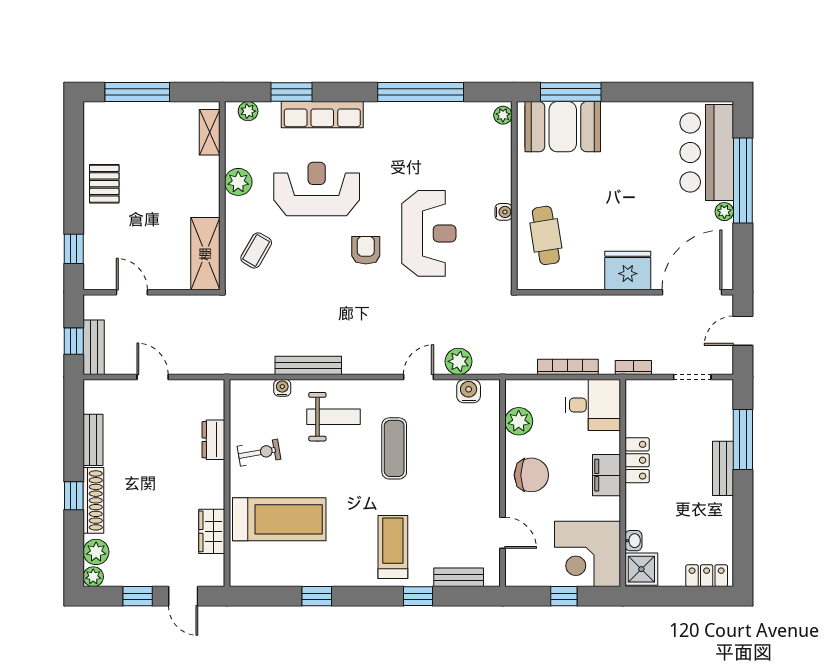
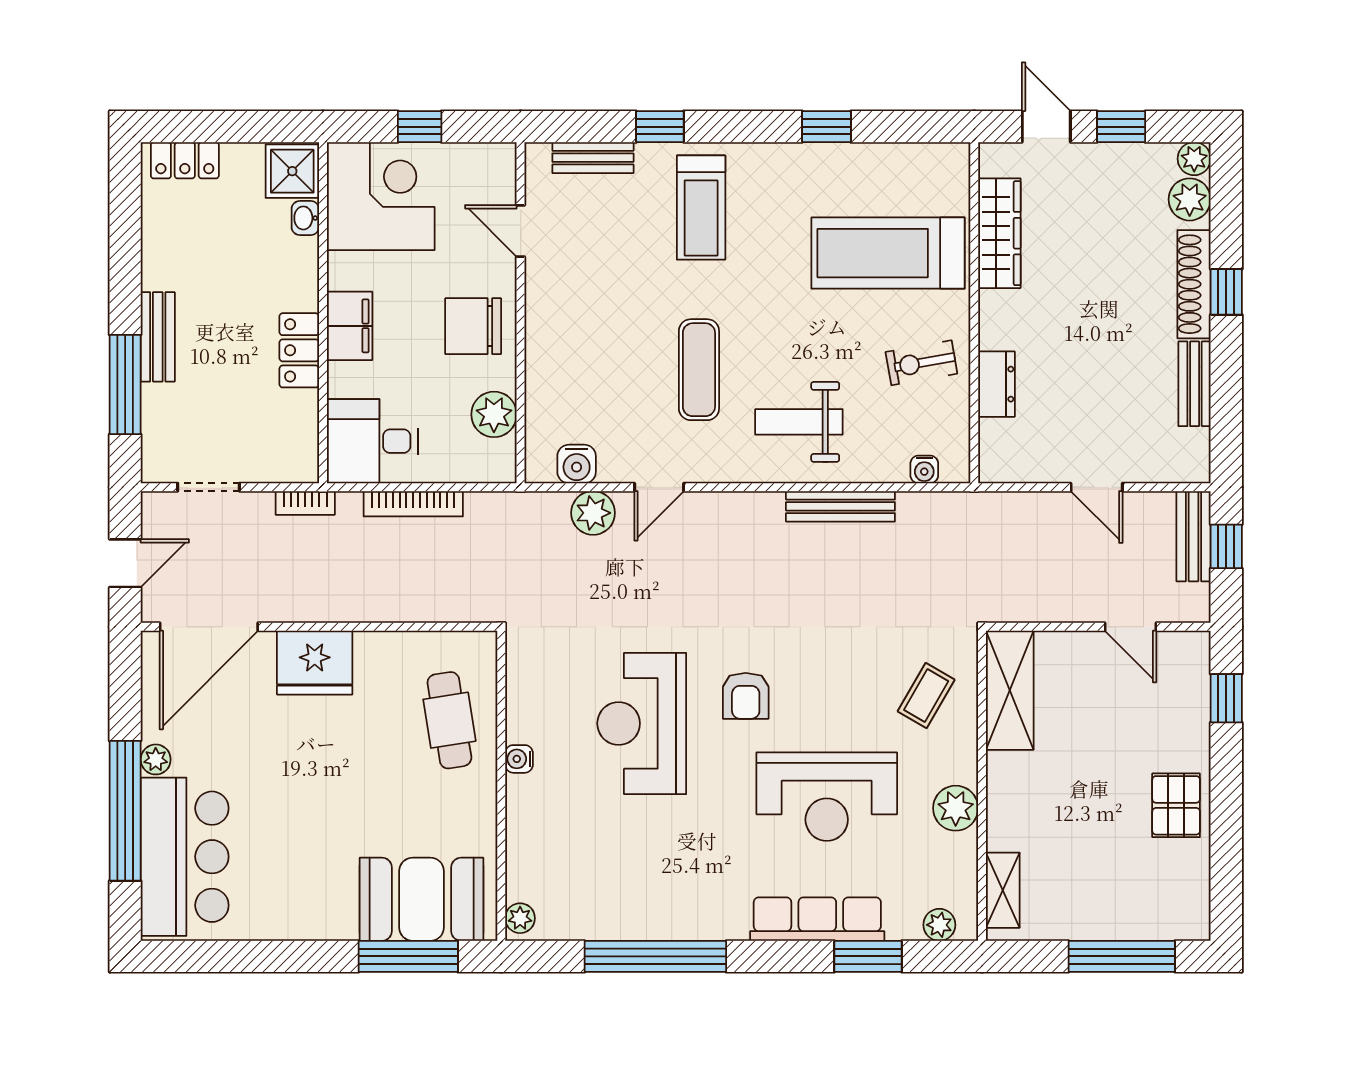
water cooler: (282, 388) -> (924, 469), moved
wardrobe: (212, 531) -> (999, 233), width x1.50

